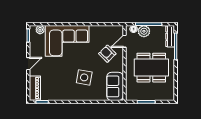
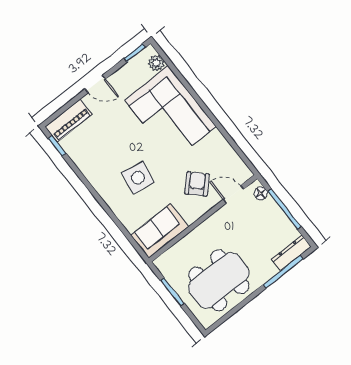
plant: (144, 31) -> (269, 210), removed
dining table: (151, 68) -> (219, 280), moved, turned 90

